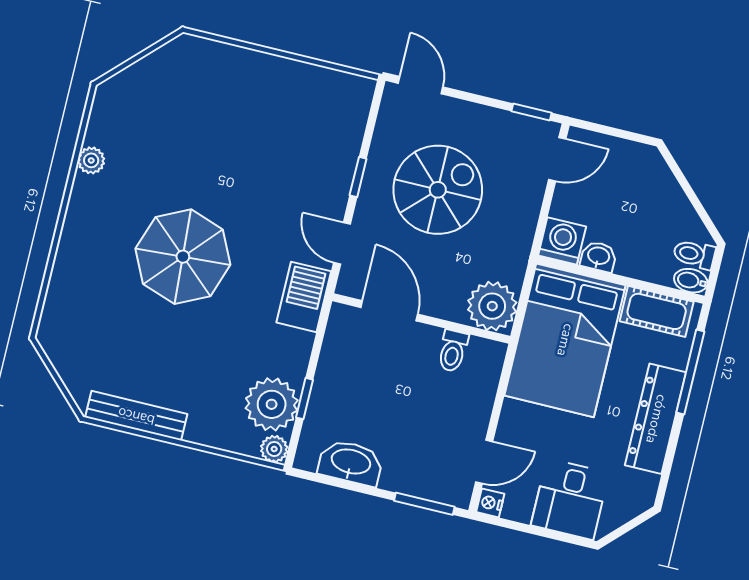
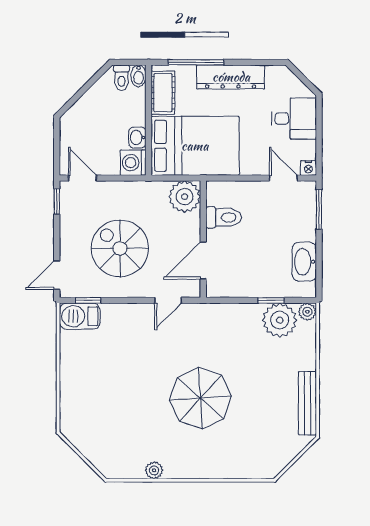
window: (358, 177) -> (88, 300), moved
barbecue: (304, 297) -> (80, 316), moved
toilet: (453, 351) -> (224, 217), width x1.37, depth x1.39

